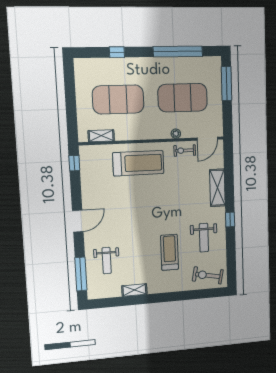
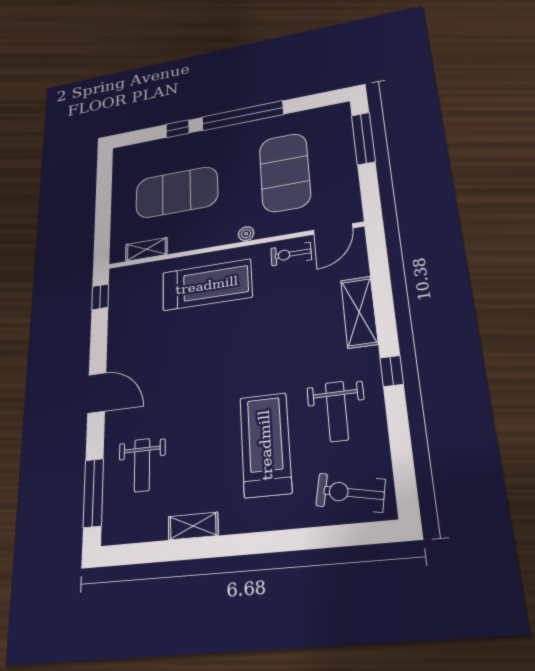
window: (178, 51) -> (242, 116), moved
exercise mat: (183, 98) -> (285, 172), turned 90
plant: (176, 134) -> (246, 234), moved
door: (78, 221) -> (97, 393), hinge flipped
treadmill: (170, 252) -> (265, 445), width x1.37, depth x1.37

